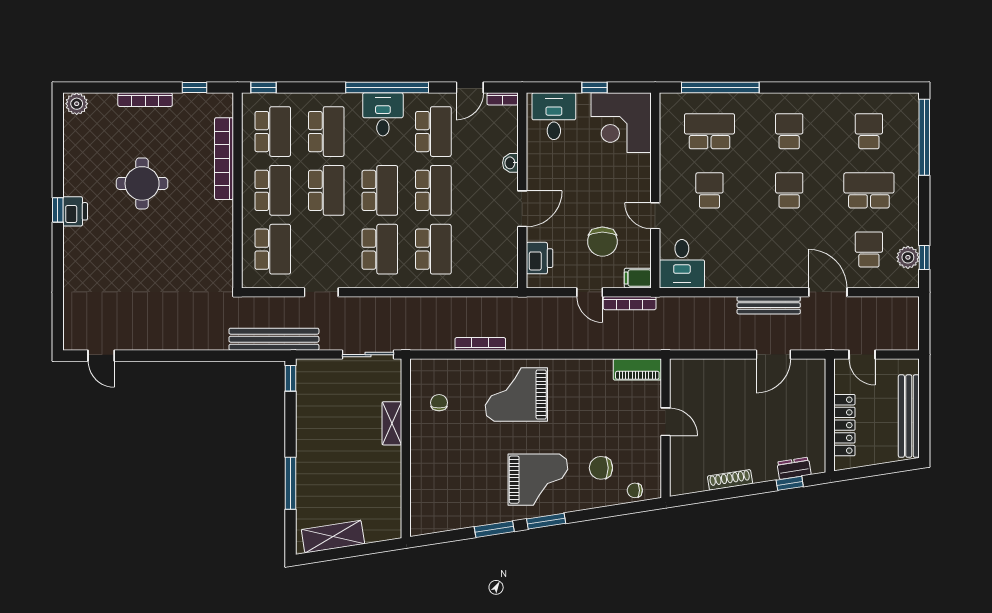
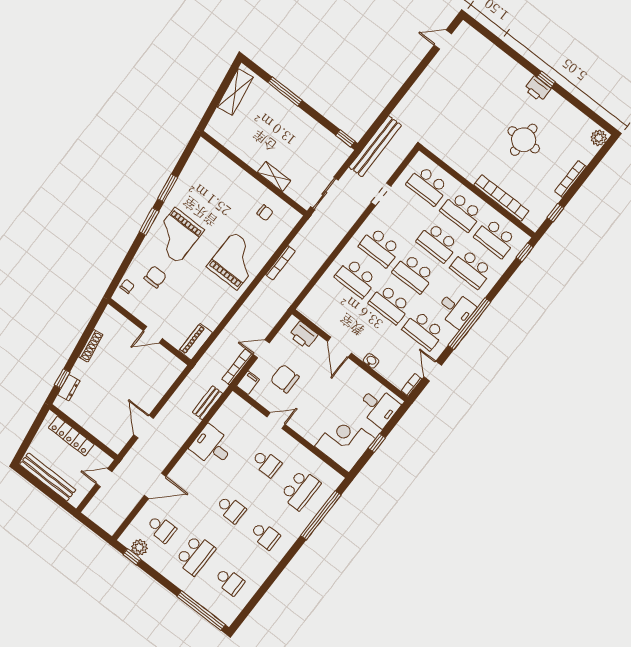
desk: (682, 264) -> (212, 446), moved
bench: (769, 305) -> (207, 403), moved, width x0.73

